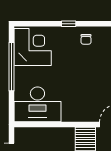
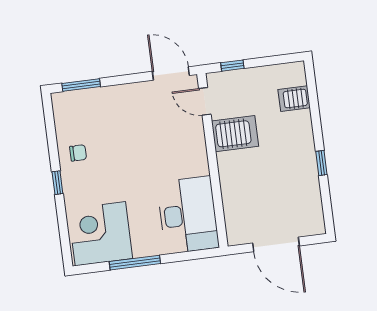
window: (11, 67) -> (135, 263), width x0.68

